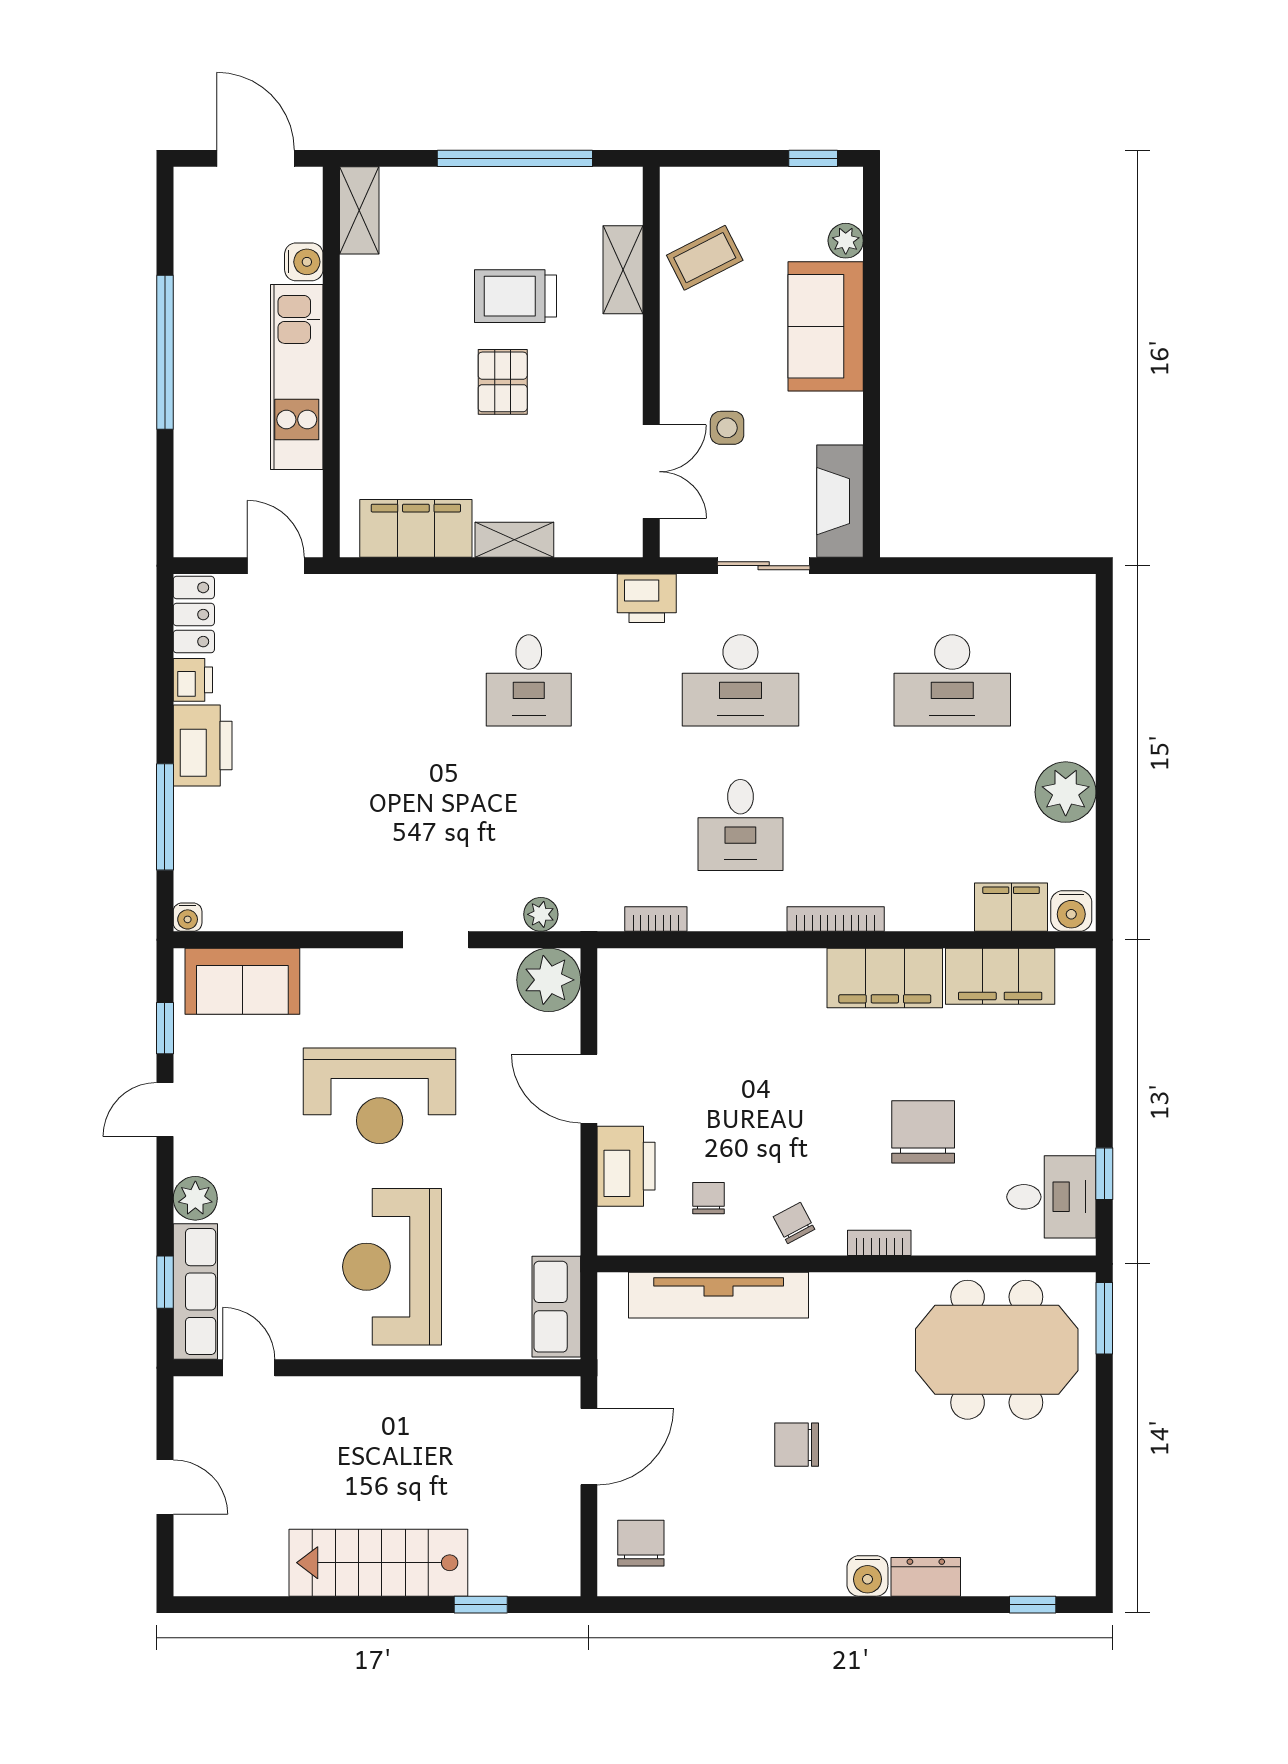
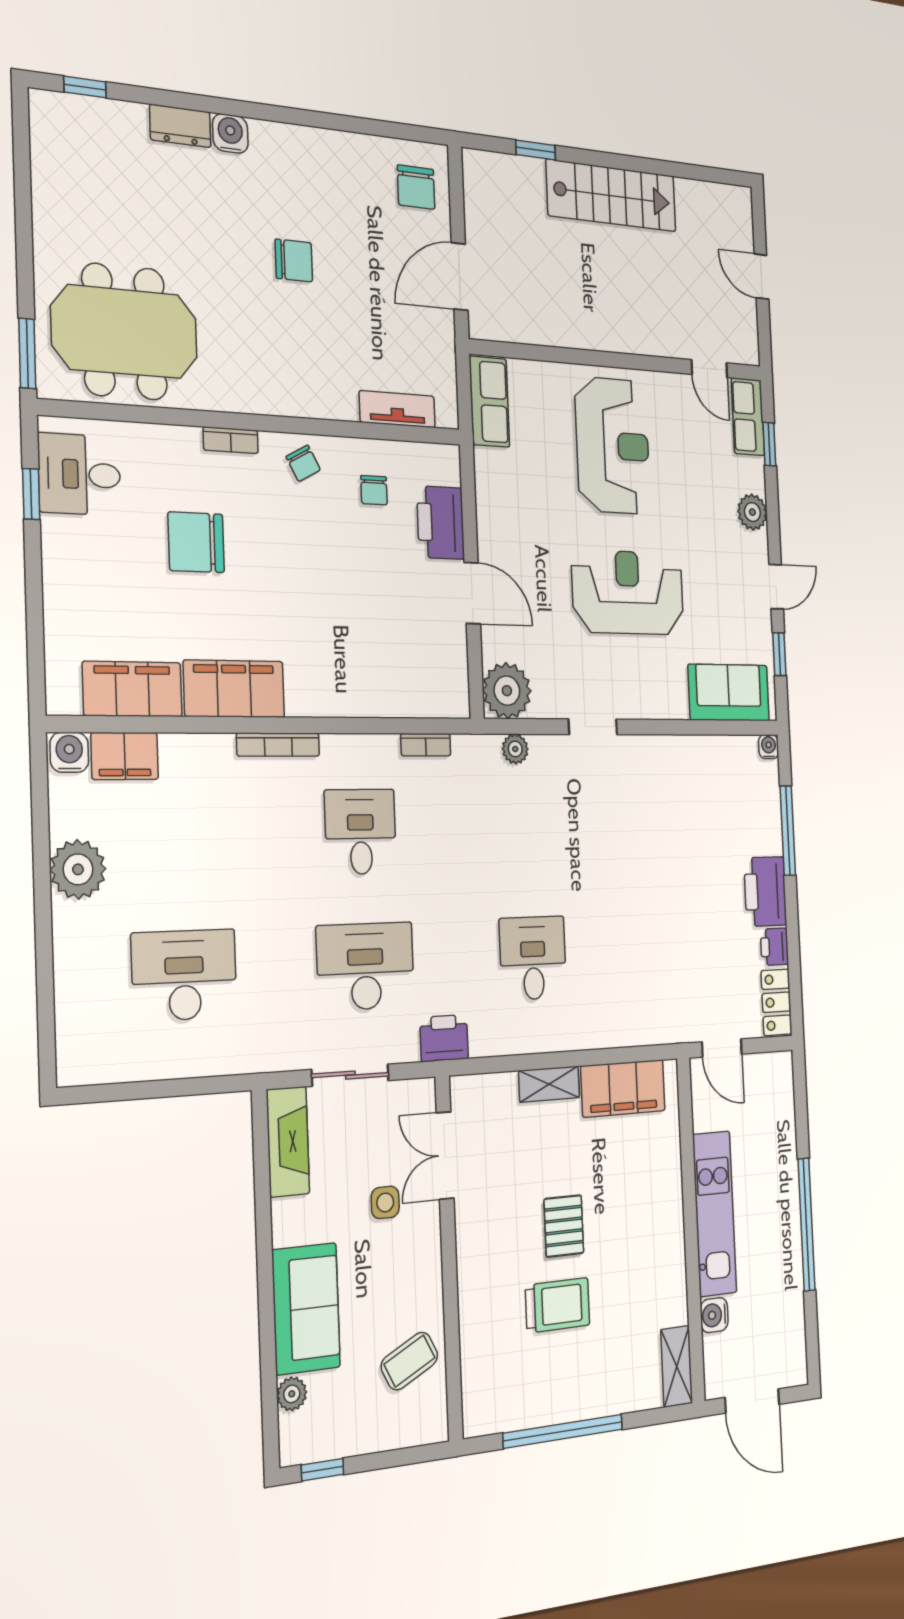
shelving: (623, 270) -> (475, 1341), removed
chair: (923, 1132) -> (196, 542), turned 90
row of seats: (195, 1292) -> (748, 417), width x0.68
tv unit: (719, 1295) -> (397, 409), width x0.52, depth x0.78

